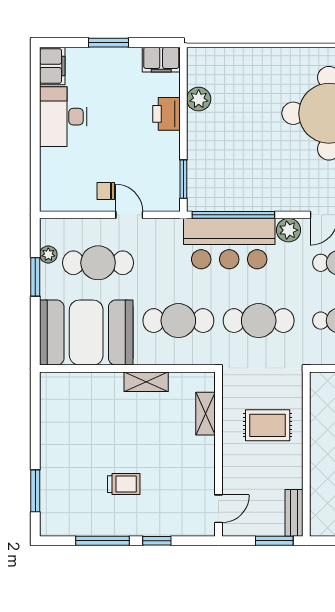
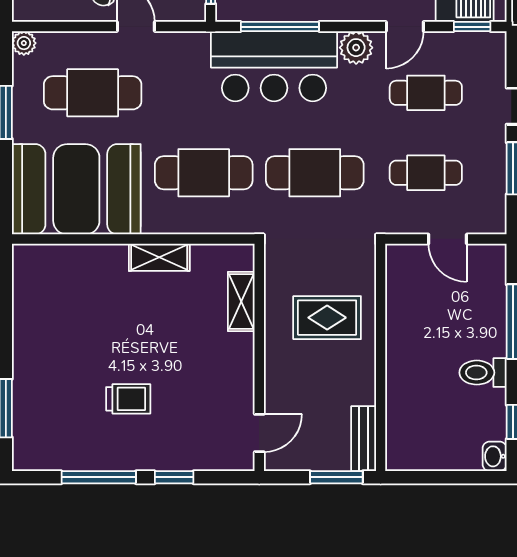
window: (233, 215) -> (280, 27), width x0.68
plant: (48, 255) -> (24, 43), moved

